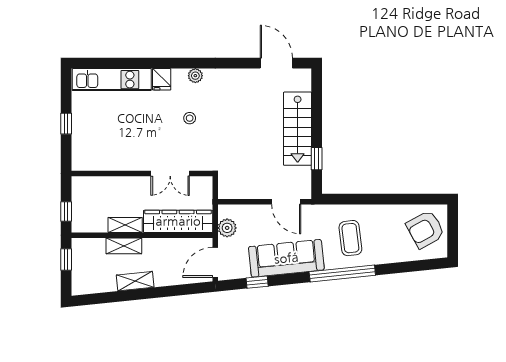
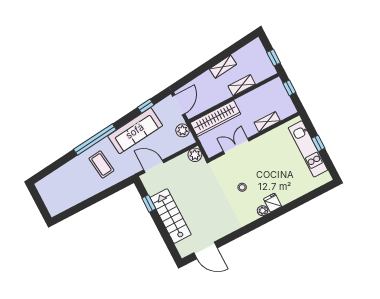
plant: (195, 76) -> (263, 211), moved
kitchen unit: (112, 80) -> (308, 149), moved, turned -90
plant: (227, 189) -> (195, 155), added
shelving: (125, 225) -> (267, 122), moved
armchair: (425, 229) -> (57, 195), removed

